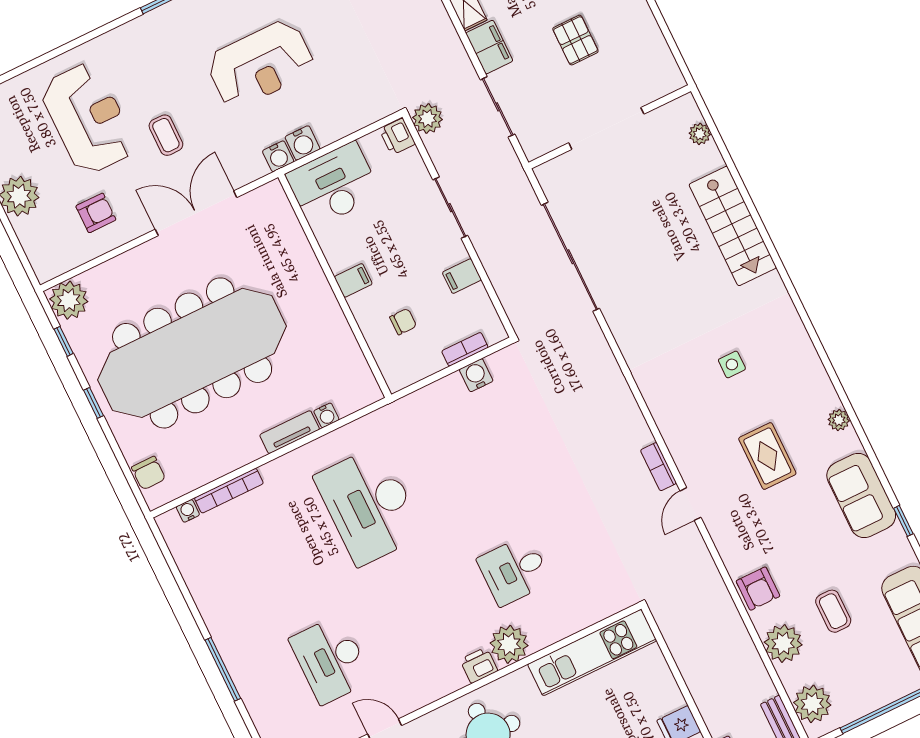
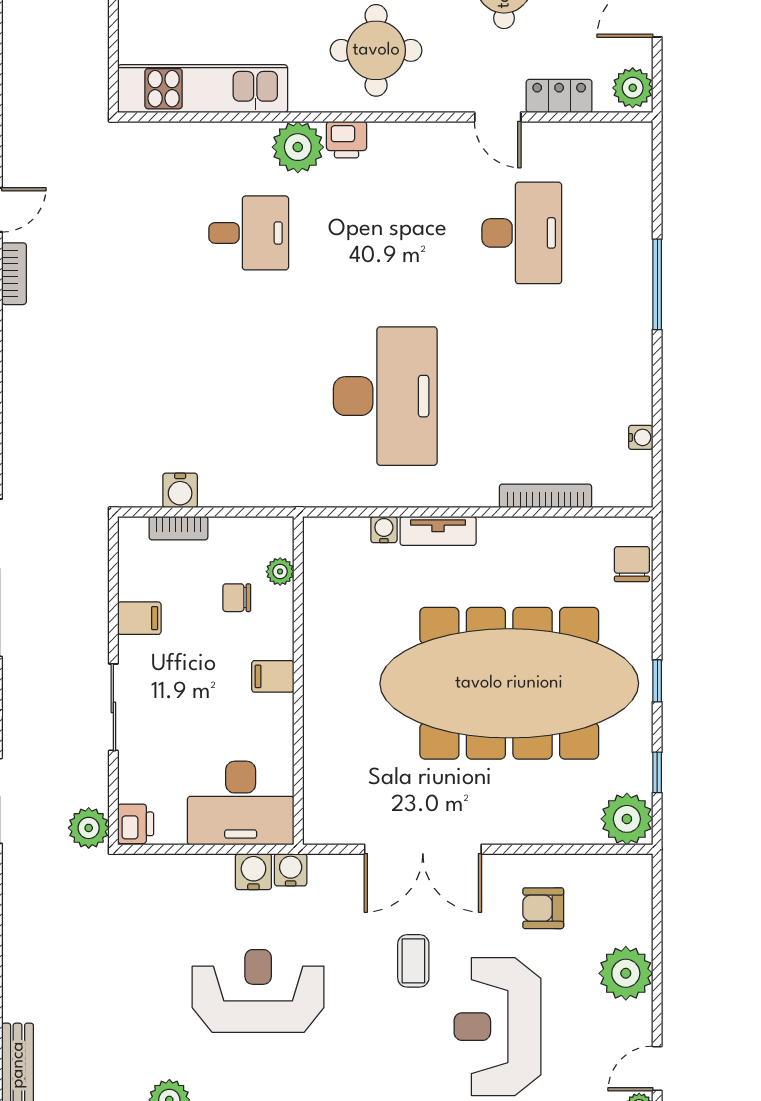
plant: (383, 353) -> (280, 572), added
water cooler: (188, 511) -> (641, 437), moved, turned -90

